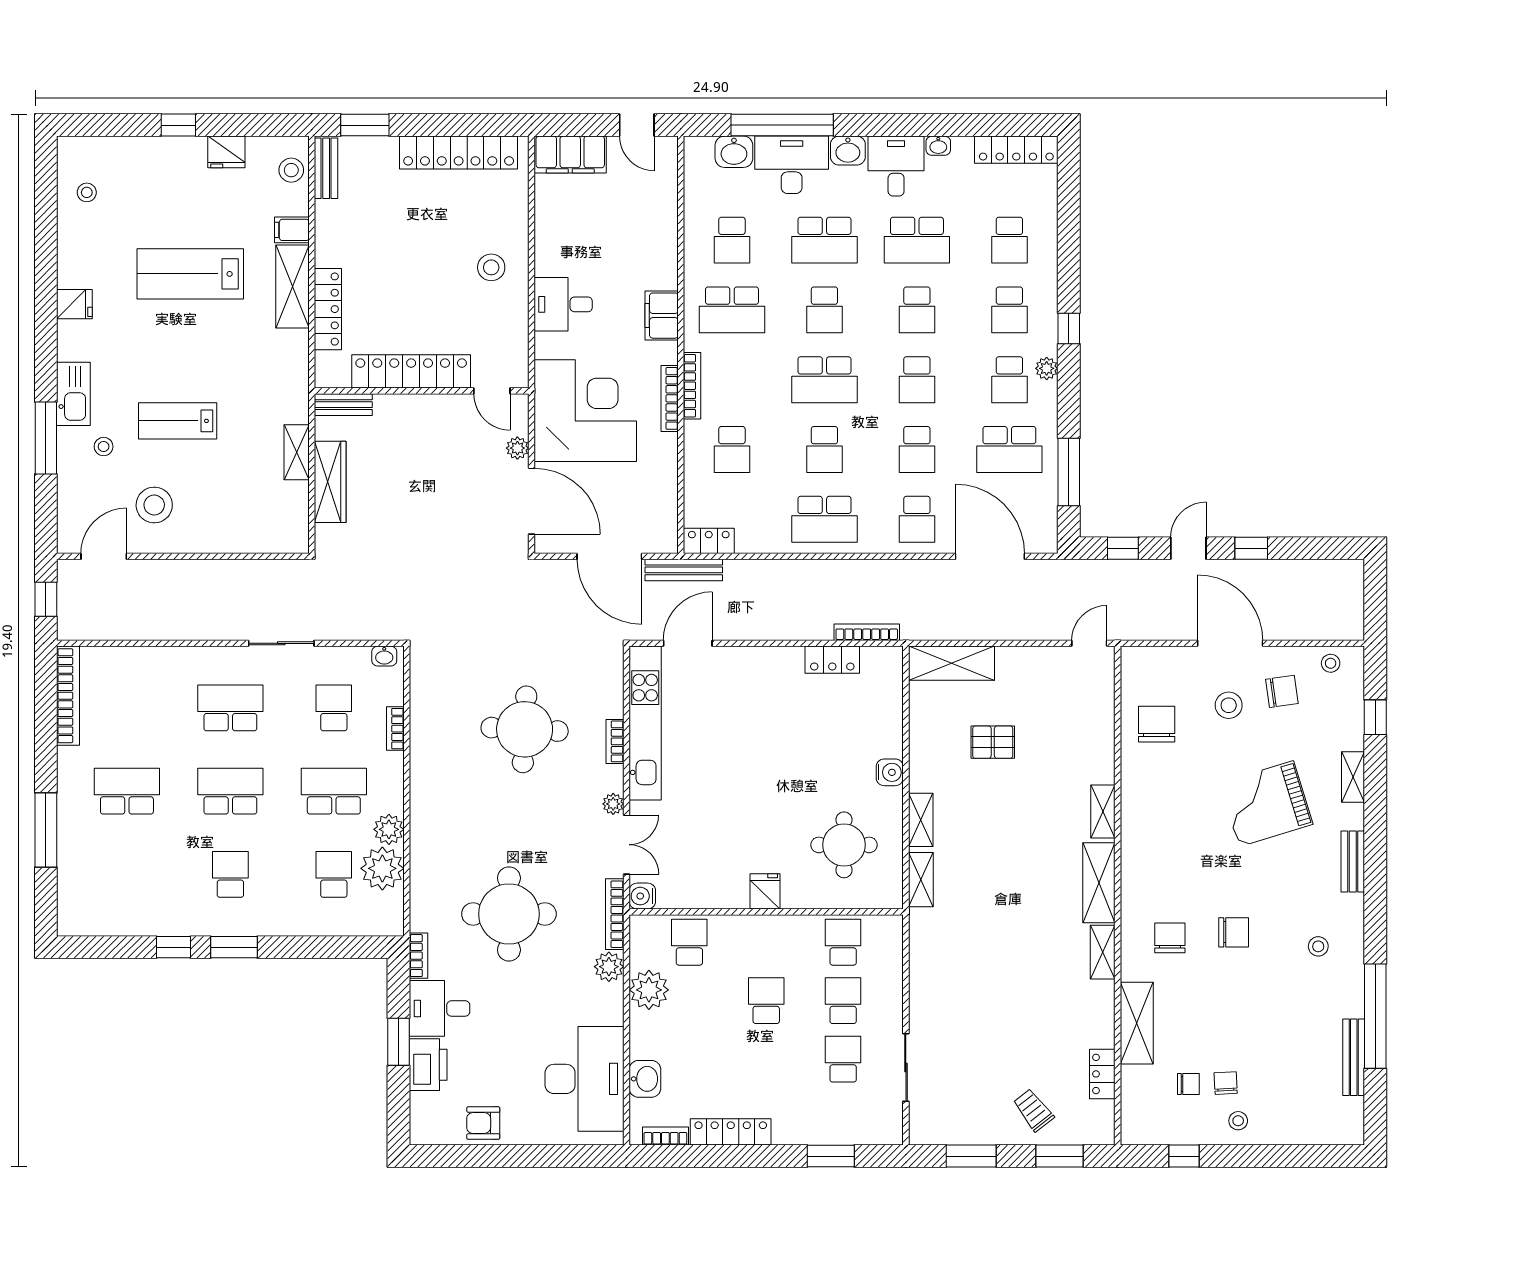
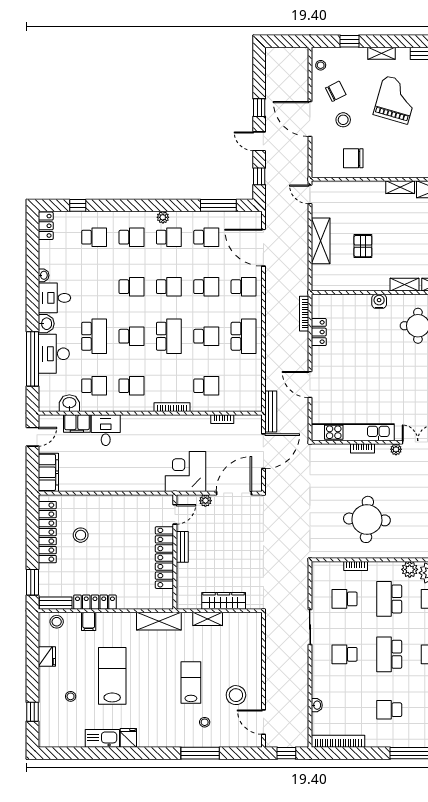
window: (178, 125) -> (32, 712), moved
locker: (1016, 150) -> (46, 226), width x0.66
washbasin: (734, 152) -> (69, 403), moved, turned -90
stool: (87, 192) -> (71, 696), moved
school desk: (917, 240) -> (94, 287), removed
stool: (491, 267) -> (81, 535), moved
lab bench: (190, 274) -> (112, 676), turned 180
shelving: (292, 287) -> (159, 621), moved
desk: (563, 304) -> (106, 430), moved, turned 180
locker: (328, 309) -> (95, 602), moved
school desk: (732, 310) -> (131, 386), width x0.54
filing cabinet: (662, 316) -> (77, 423), moved
window: (1069, 329) -> (78, 205), moved
kitchen sink: (73, 394) -> (102, 738), moved
bookcase: (670, 398) -> (222, 419), moved, width x0.64
bench: (343, 405) -> (182, 547), moved
corner desk: (585, 411) -> (185, 472), width x0.74, depth x0.74
lab bench: (178, 421) -> (191, 683), turned 180
school desk: (1009, 449) -> (206, 237), width x0.54
locker: (709, 541) -> (255, 398), removed
door: (990, 556) -> (263, 248), hinge flipped
door: (688, 643) -> (310, 385), moved
door: (1230, 643) -> (310, 119), hinge flipped
washbasin: (384, 656) -> (317, 705), moved
shelving: (952, 663) -> (321, 241), moved
chair: (1282, 691) -> (336, 91), turned 71
school desk: (230, 708) -> (345, 654), width x0.54
round table: (525, 729) -> (367, 519), moved
school desk: (127, 791) -> (389, 710), width x0.54
grand piano: (1266, 804) -> (396, 100), turned -147

